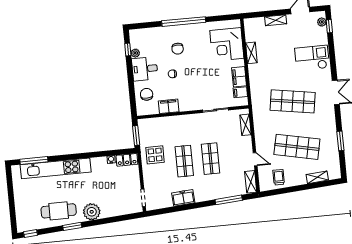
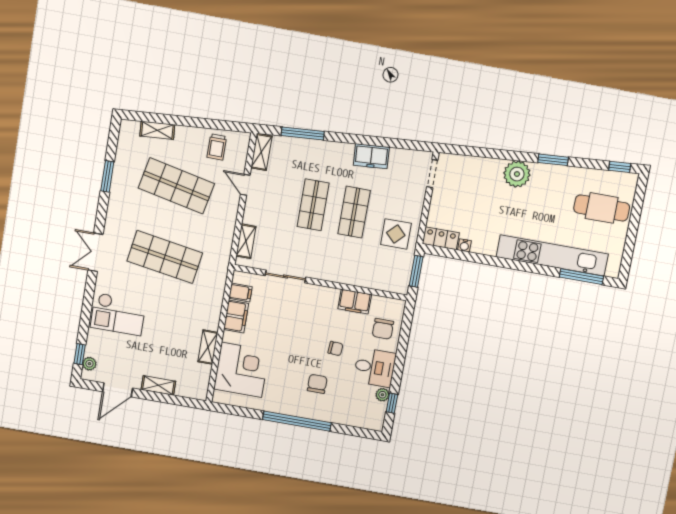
cafe table: (59, 211) -> (602, 208), moved

